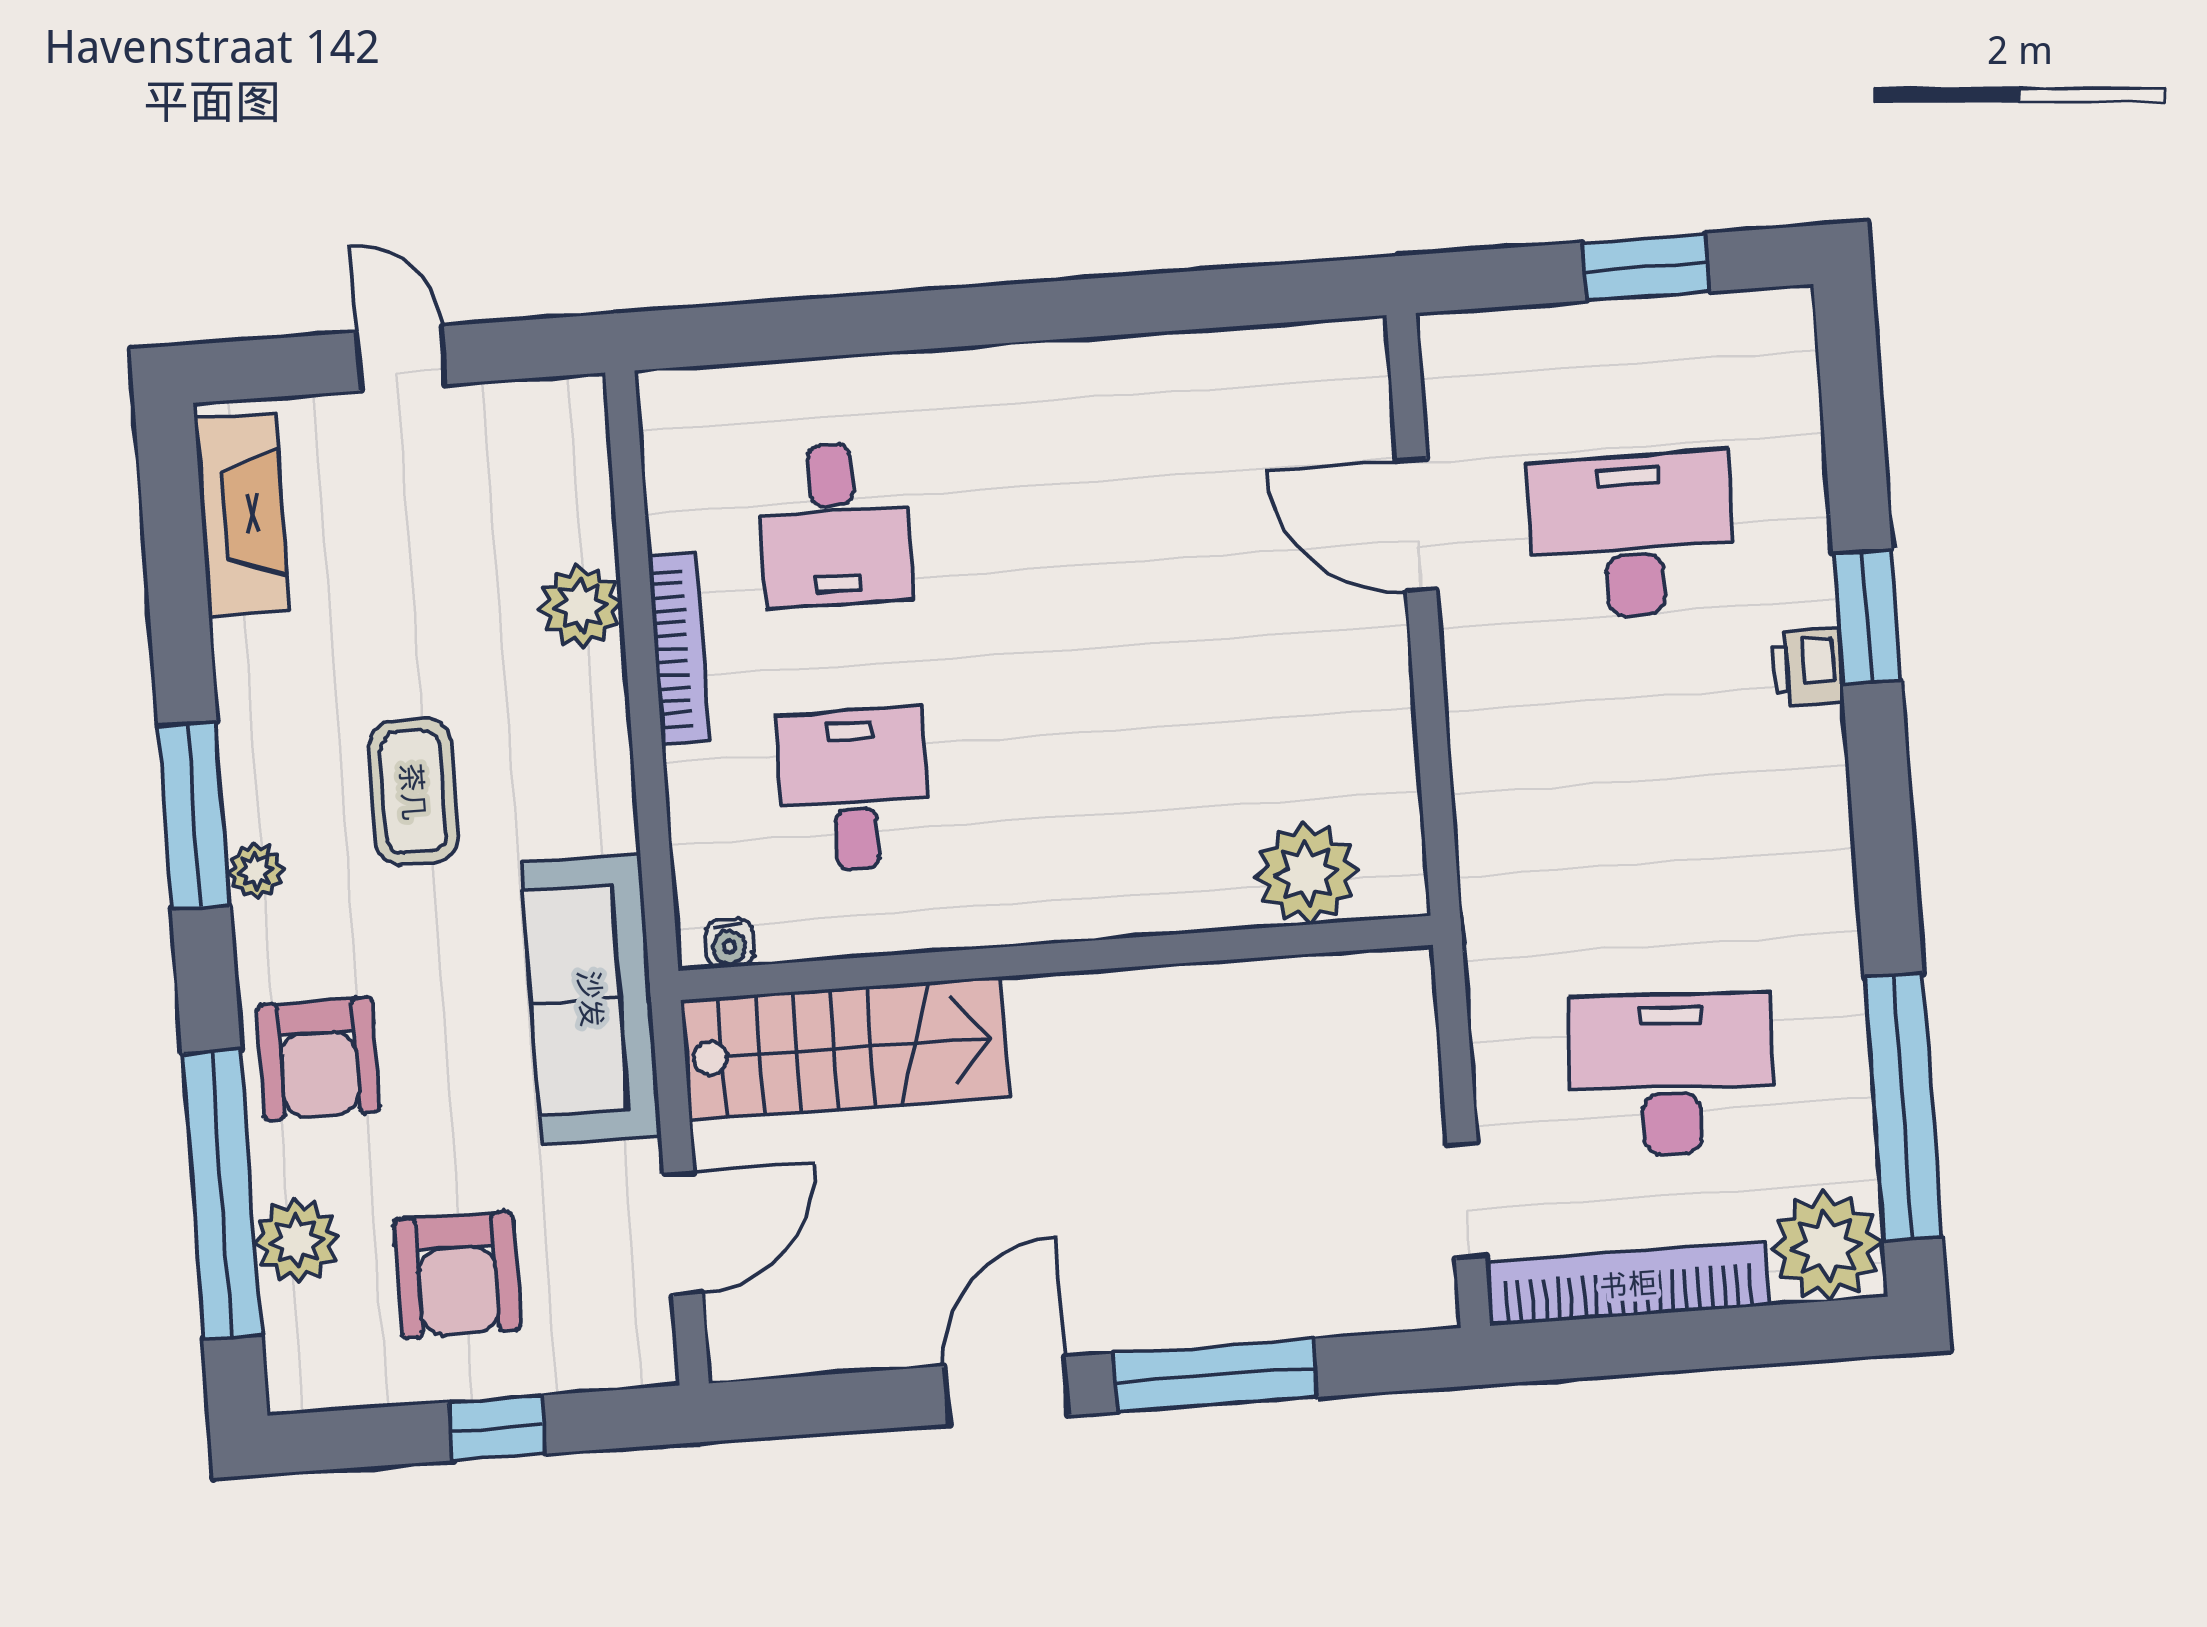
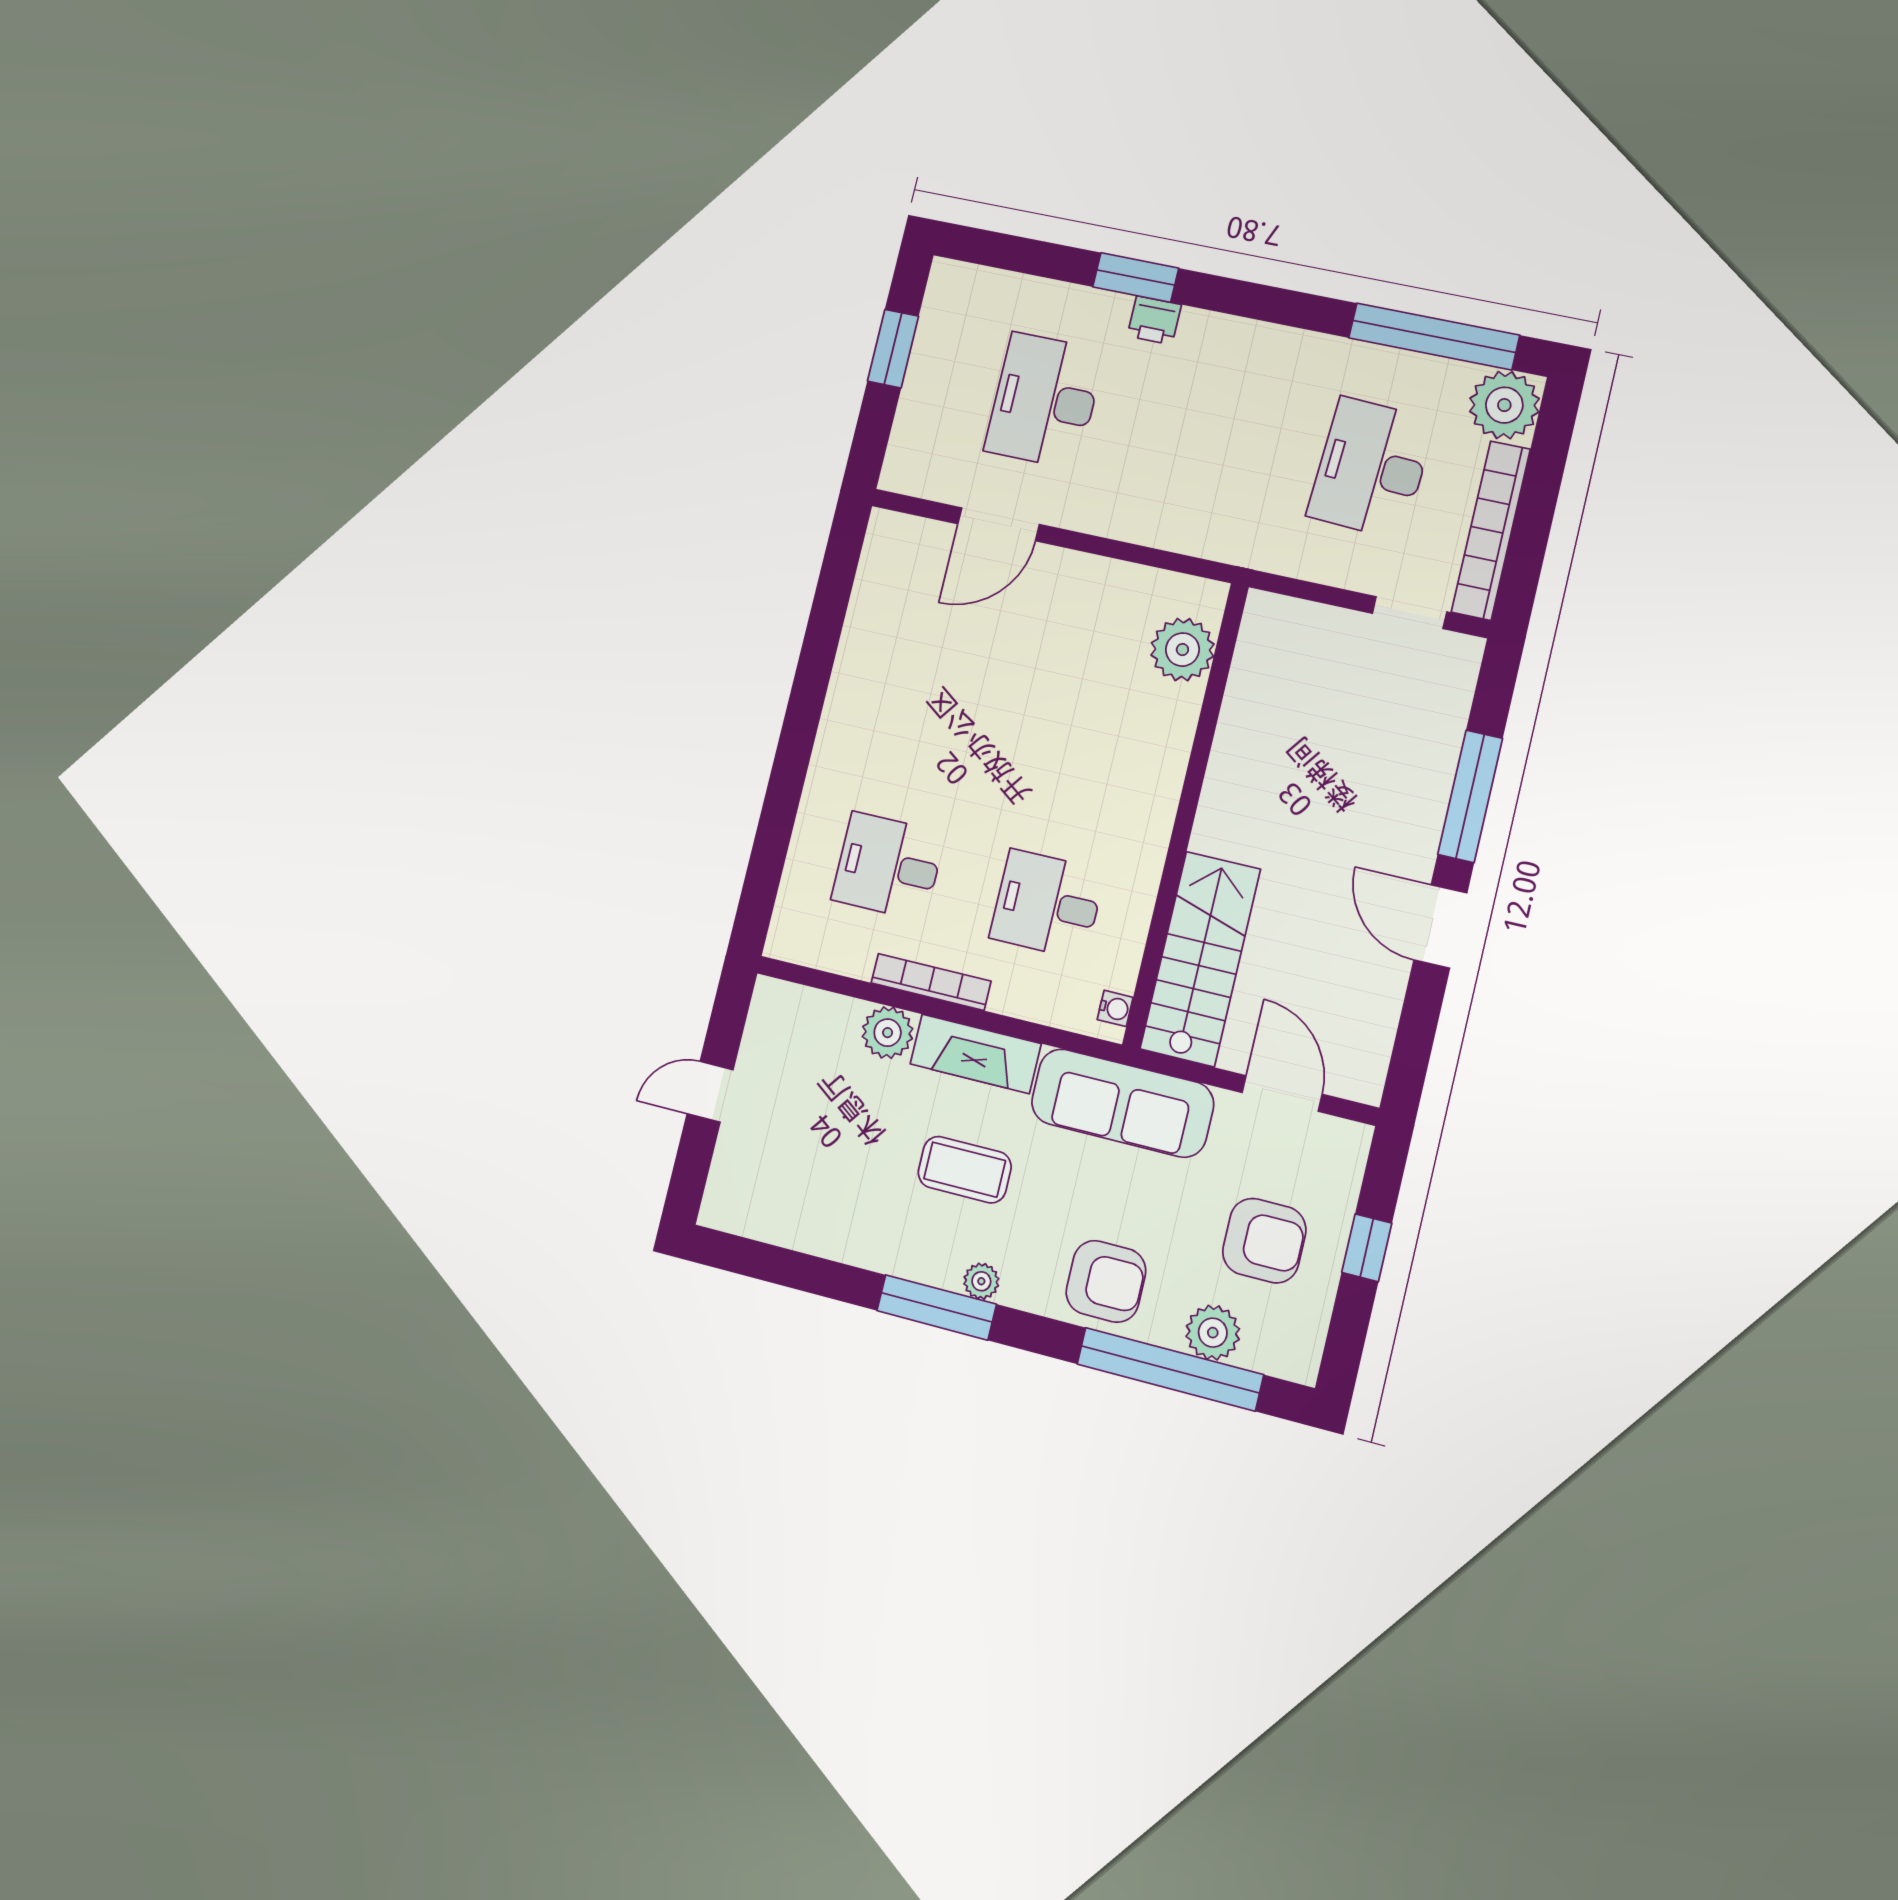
fireplace: (242, 515) -> (975, 1054), moved, turned 180
desk: (834, 524) -> (888, 866), turned 180

